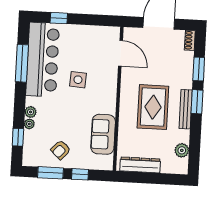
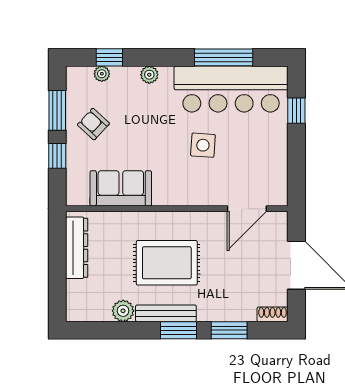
plant: (29, 124) -> (102, 74), moved
plant: (182, 150) -> (123, 311), moved

